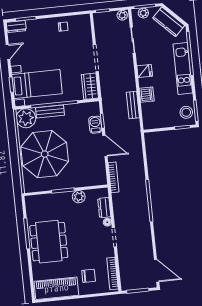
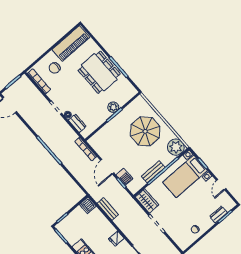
dresser: (16, 26) -> (218, 215), moved
dishwasher: (147, 95) -> (88, 205), moved
bench: (50, 111) -> (153, 172), moved
stool: (186, 112) -> (67, 230), removed
door: (105, 146) -> (107, 167), hinge flipped
parasol: (45, 154) -> (145, 131), width x0.73, depth x0.73
plant: (79, 197) -> (113, 107), moved

